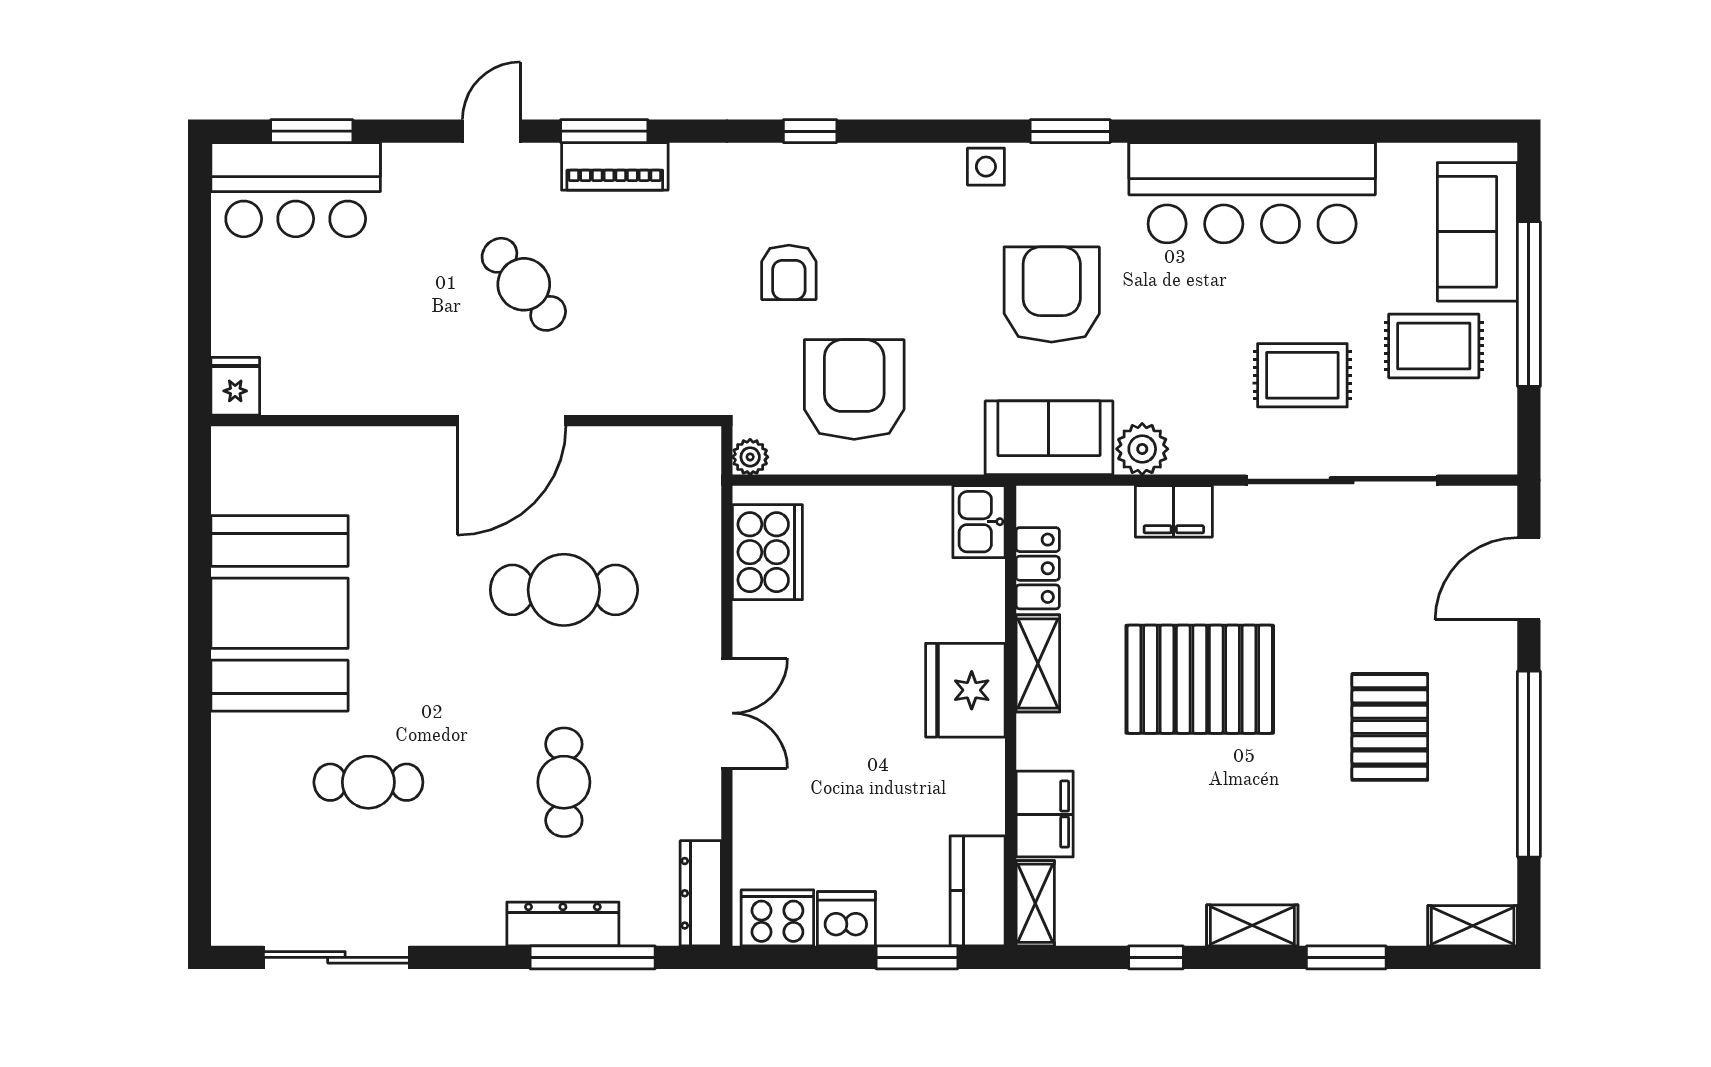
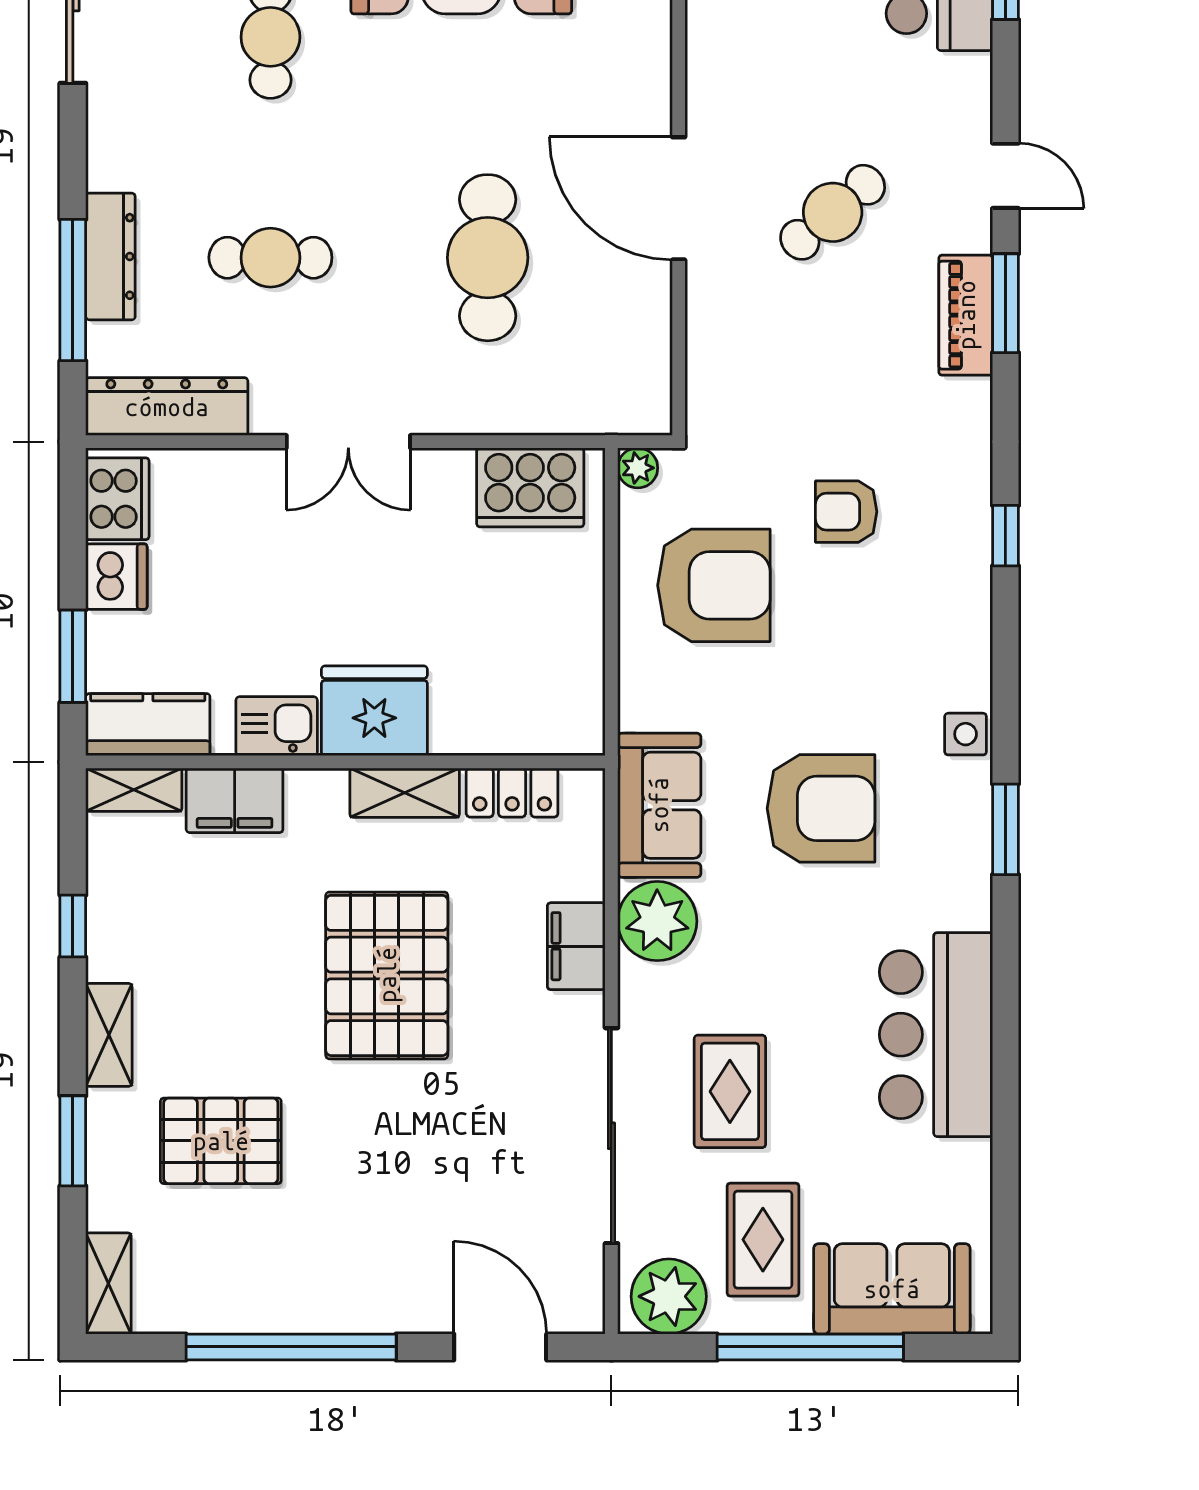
bar counter: (1252, 193) -> (936, 1035), width x0.73
plant: (1484, 430) -> (669, 1296), added
plant: (1142, 449) -> (657, 921), width x1.36, depth x1.36
kitchen sink: (979, 522) -> (277, 726), moved
pallet: (1390, 727) -> (221, 1141), moved
dresser: (701, 893) -> (167, 407), width x1.37, depth x1.24

